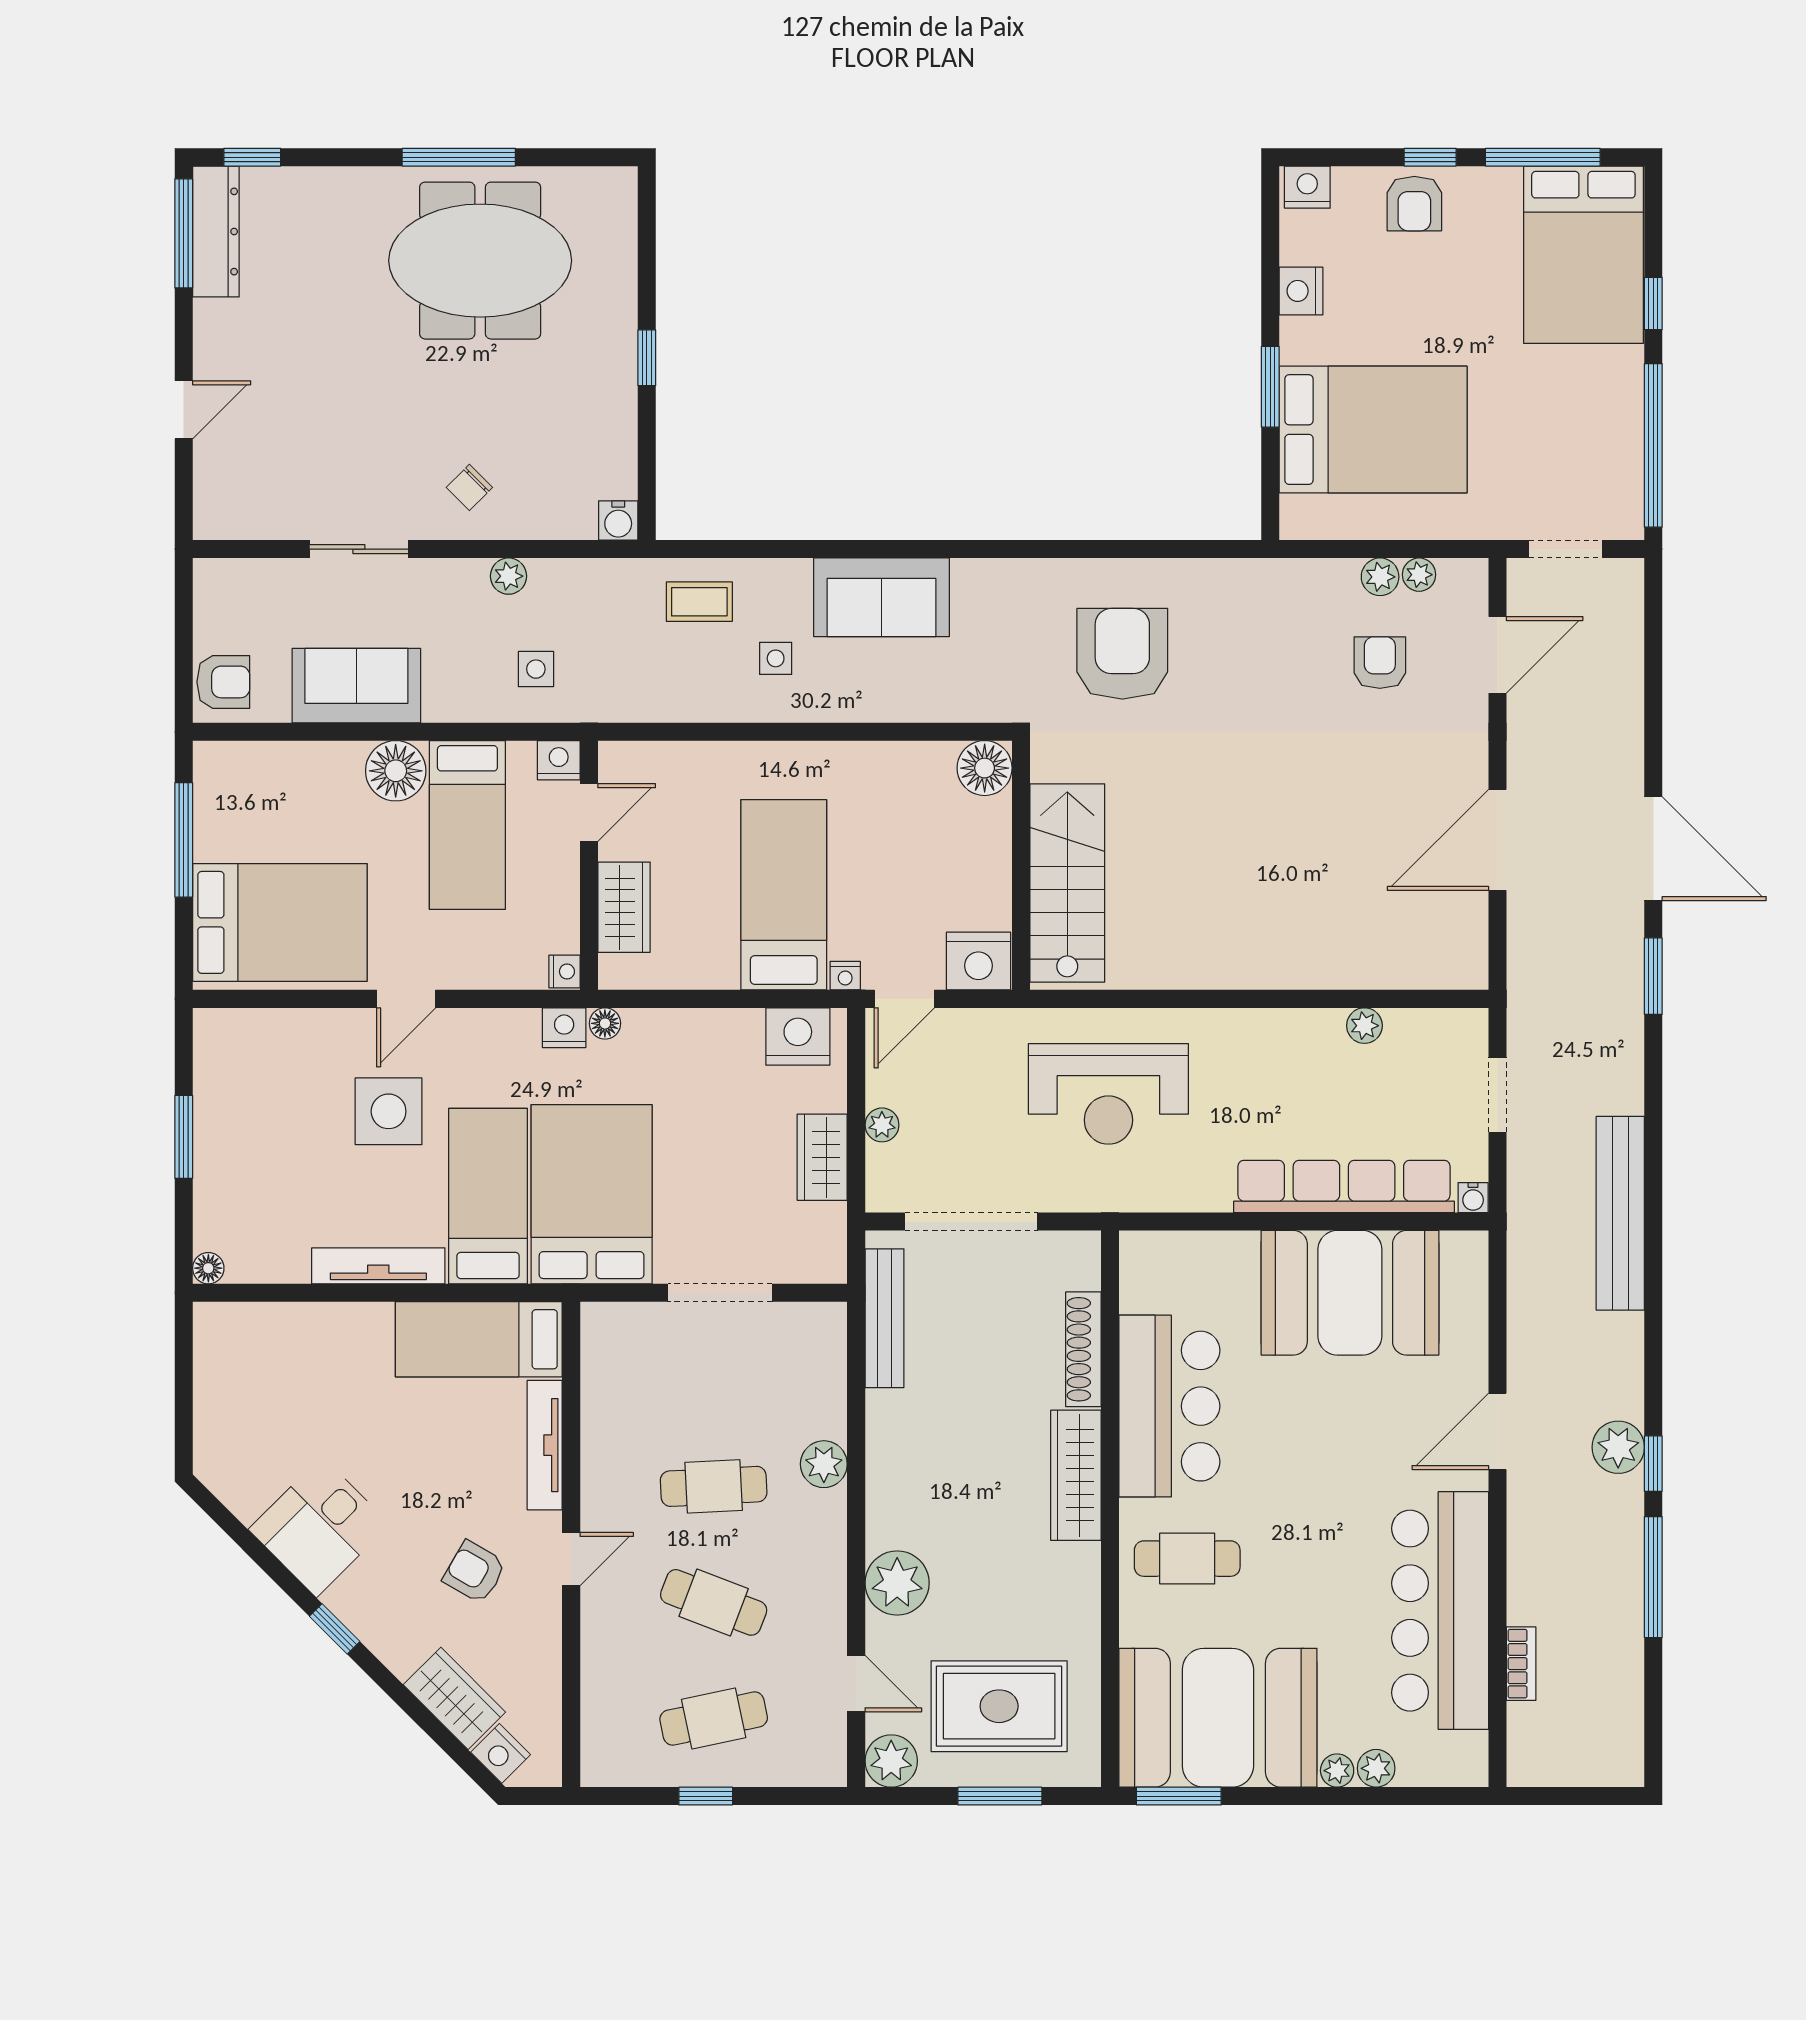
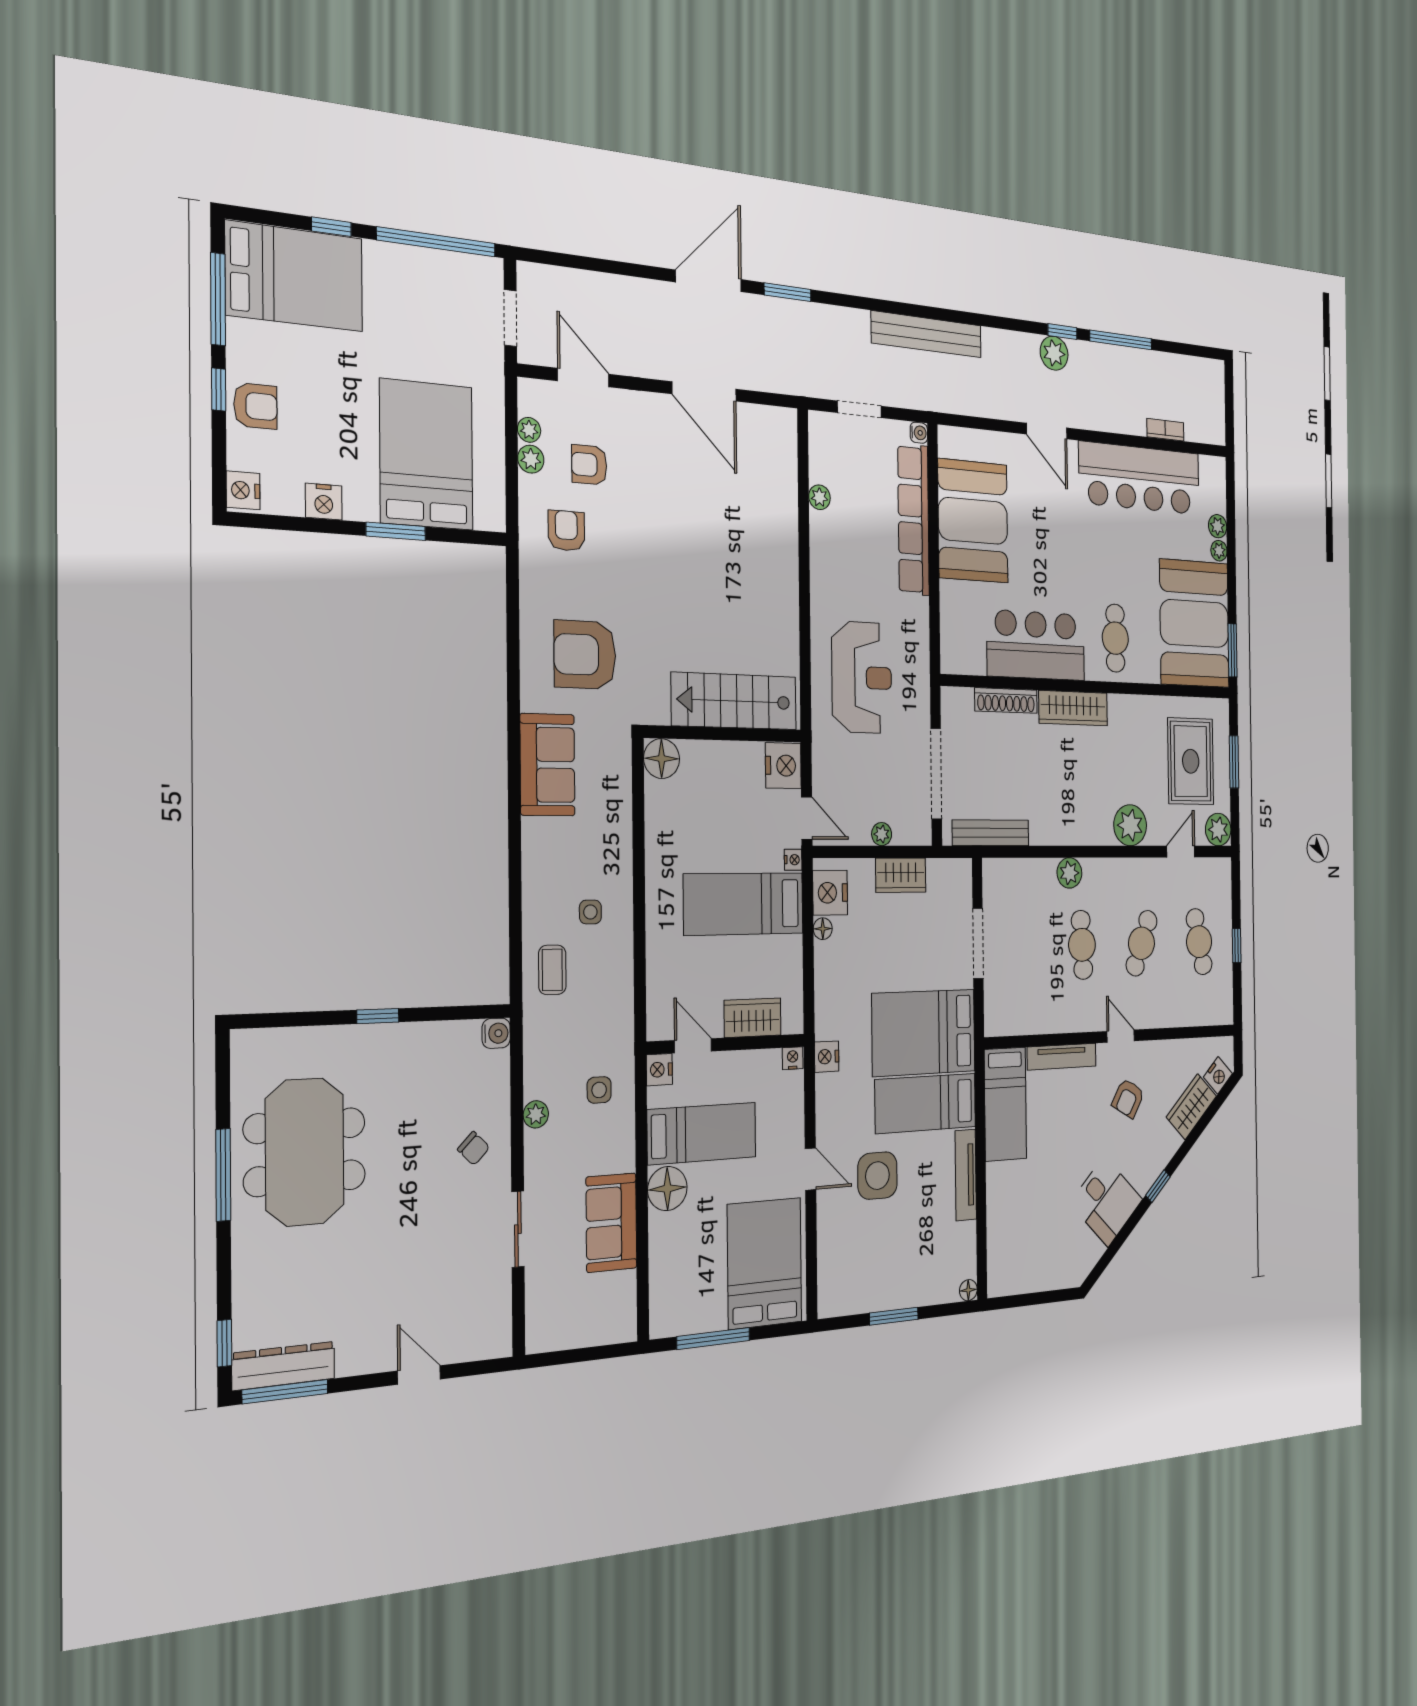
sofa: (881, 597) -> (547, 765), moved
armchair: (223, 682) -> (566, 531), moved
floor lamp: (605, 1023) -> (823, 929), moved

